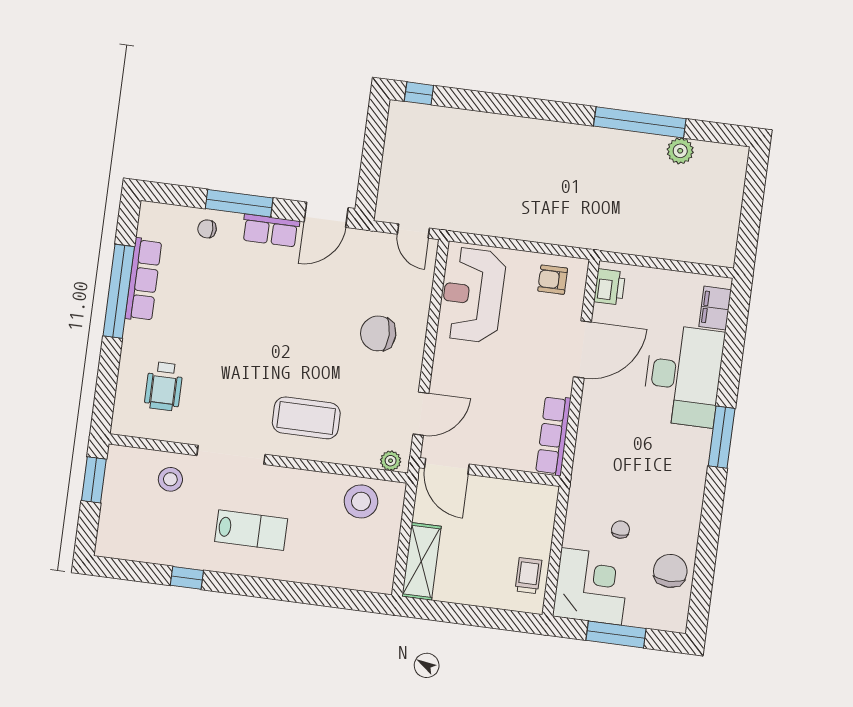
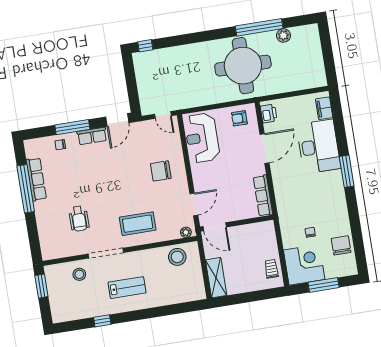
round table: (588, 184) -> (243, 66), added
wheelchair: (164, 386) -> (79, 219), moved

